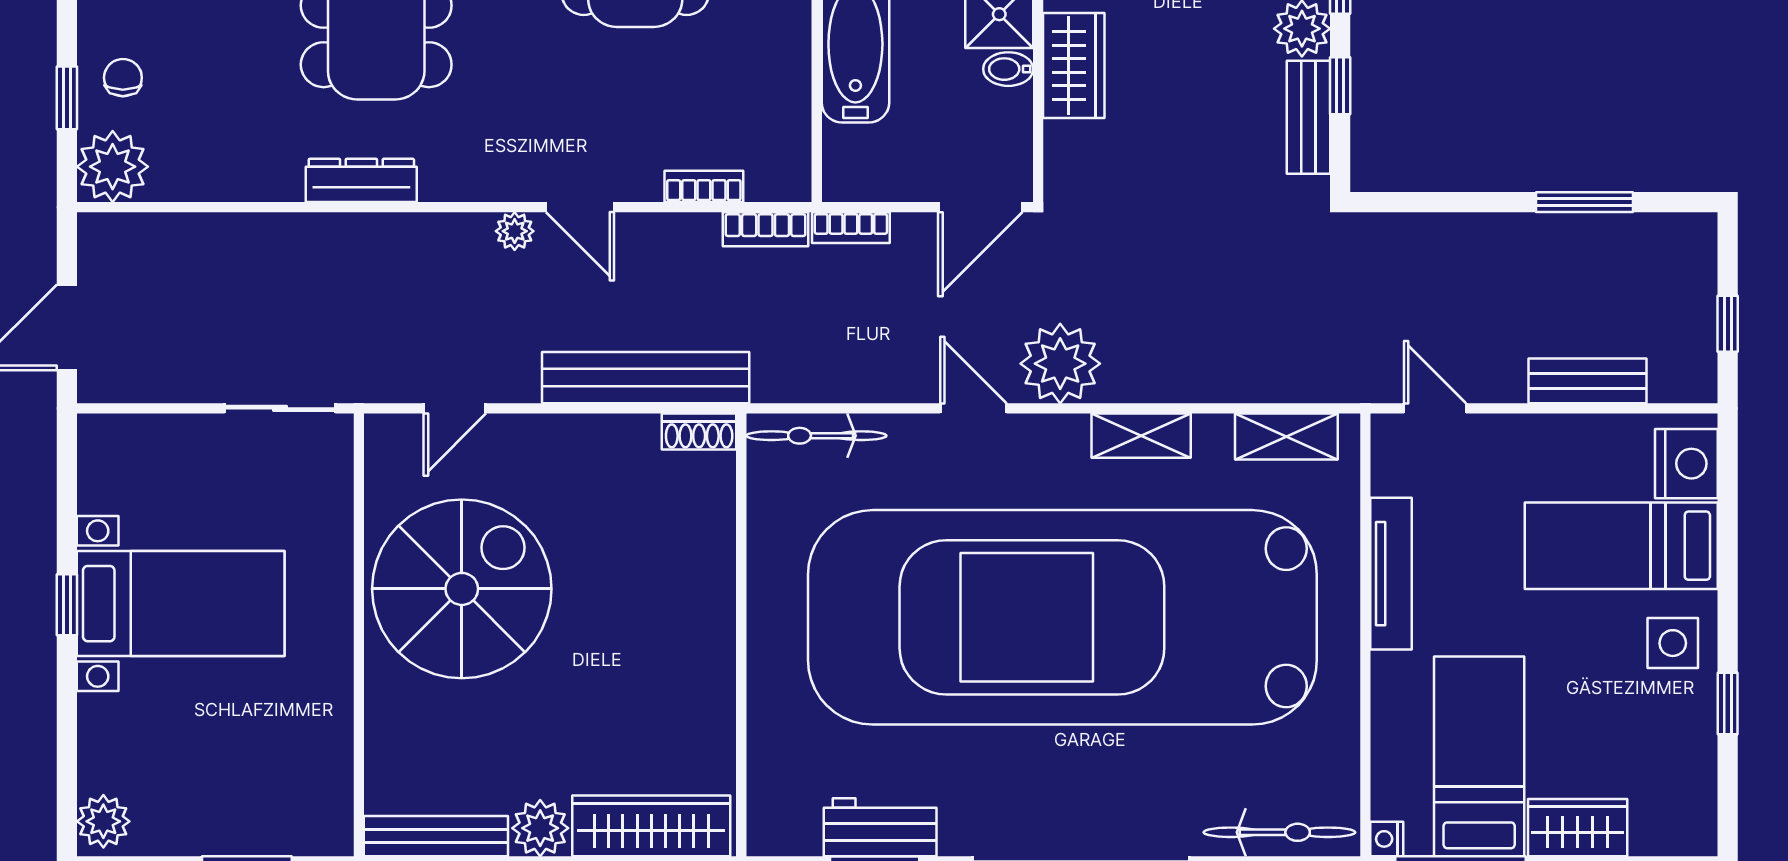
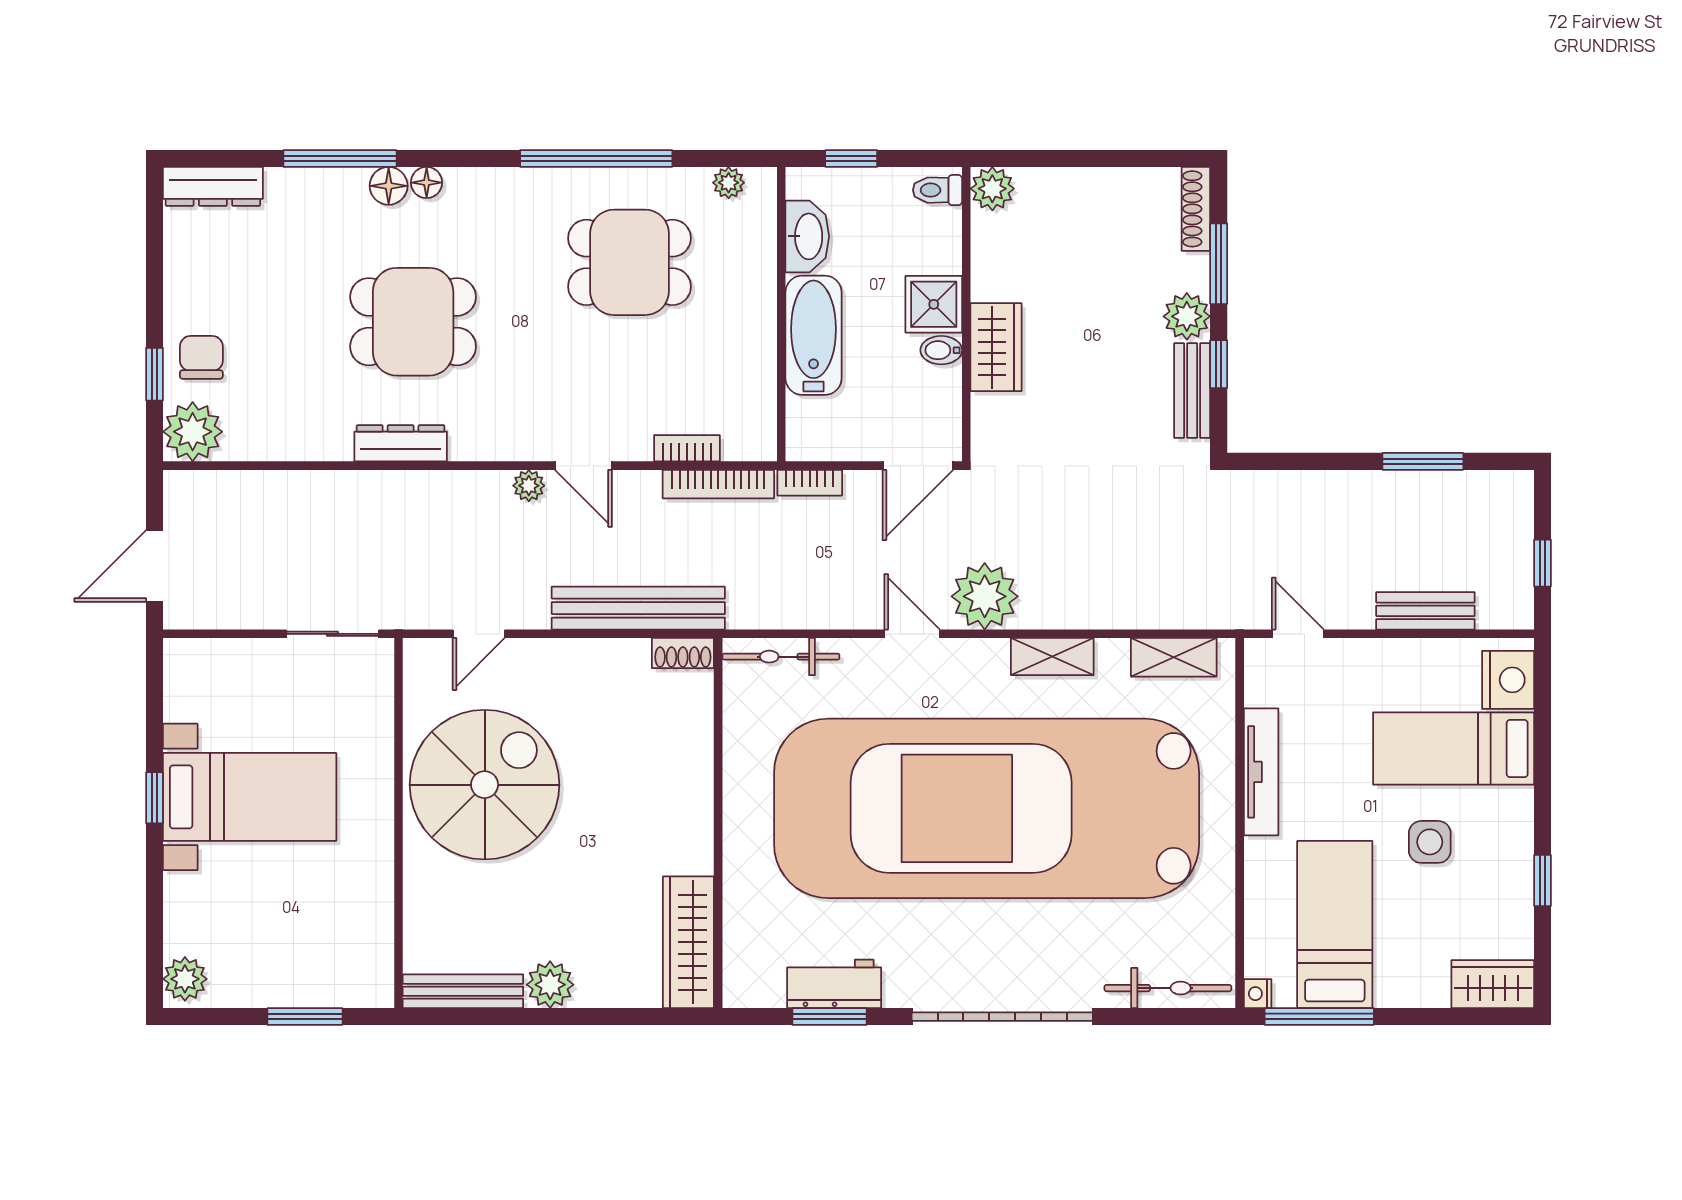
chair: (123, 78) -> (201, 357), width x1.37, depth x1.37
bookcase: (766, 229) -> (718, 484), width x1.56
side table: (1673, 643) -> (1430, 842), moved
wardrobe: (651, 826) -> (688, 942), moved, turned -90
wardrobe: (1578, 828) -> (1493, 984), moved

